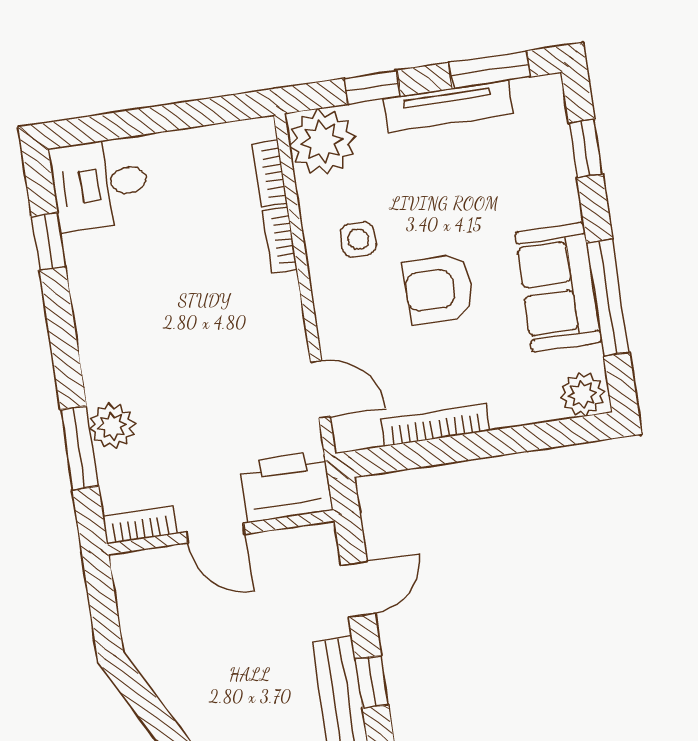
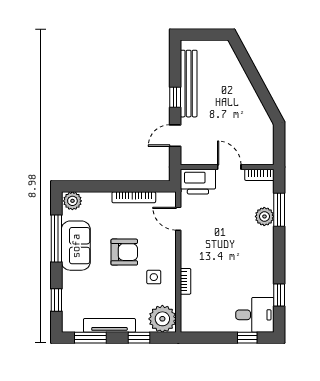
window: (110, 126) -> (247, 338), added
bookcase: (270, 173) -> (186, 309), removed

